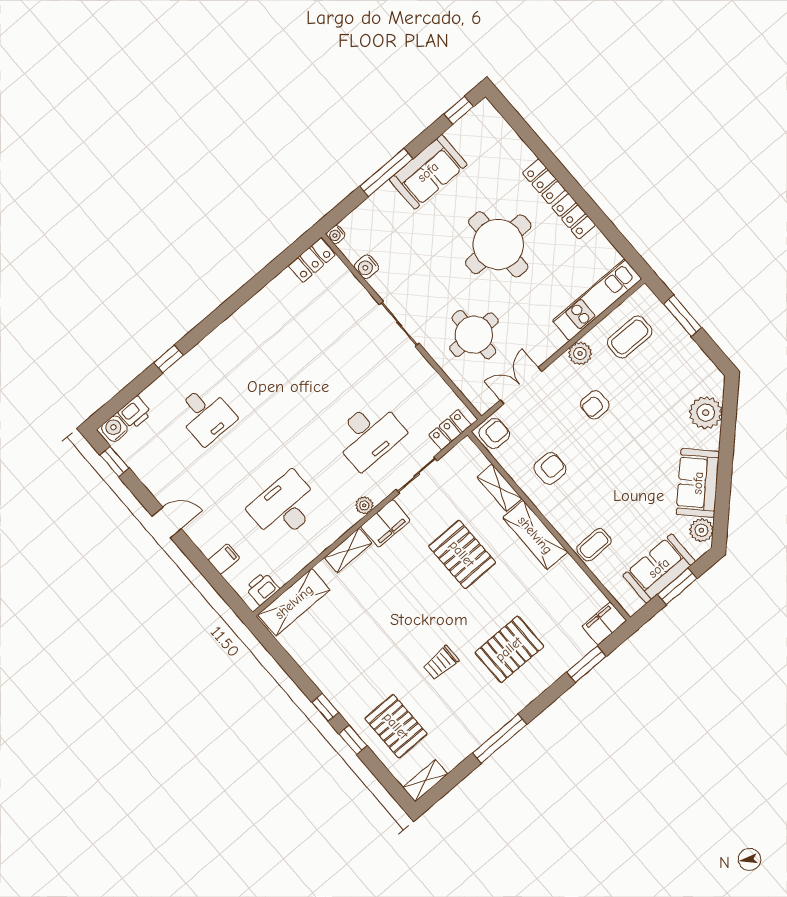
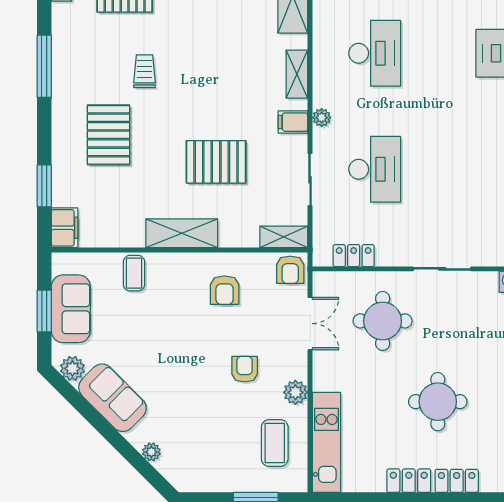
round table: (498, 244) -> (438, 402), width x0.73, depth x0.73
plant: (706, 413) -> (151, 452), width x0.53, depth x0.53
locker: (450, 430) -> (354, 256), moved, turned -90
desk: (369, 435) -> (375, 169), turned 180
shelving: (499, 488) -> (284, 237), moved
filing cabinet: (385, 523) -> (293, 122), width x0.50

